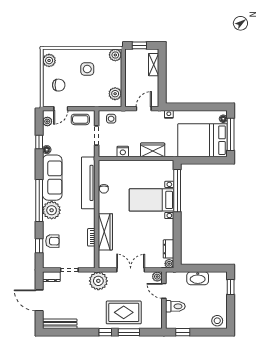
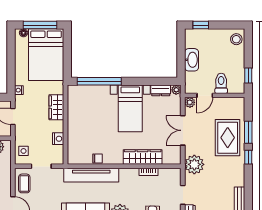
bed with nightstands: (152, 200) -> (130, 108), moved

